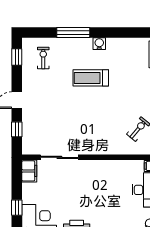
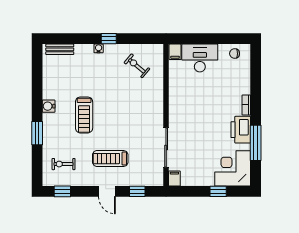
window: (73, 33) -> (37, 133), width x0.69
treadmill: (49, 103) -> (110, 159), added
filing cabinet: (29, 171) -> (174, 179), width x0.50

